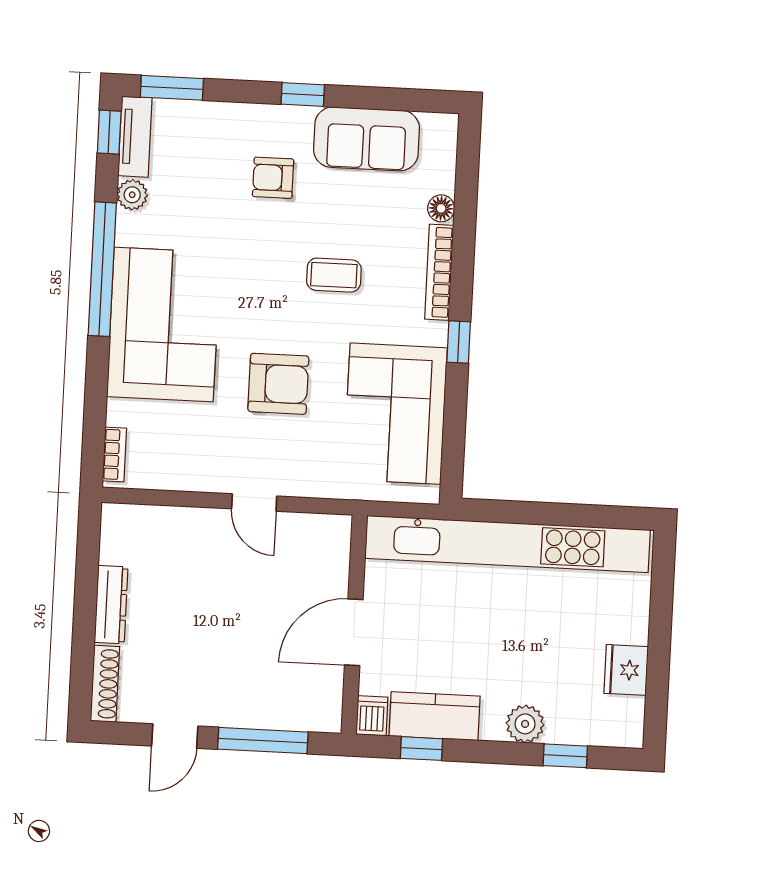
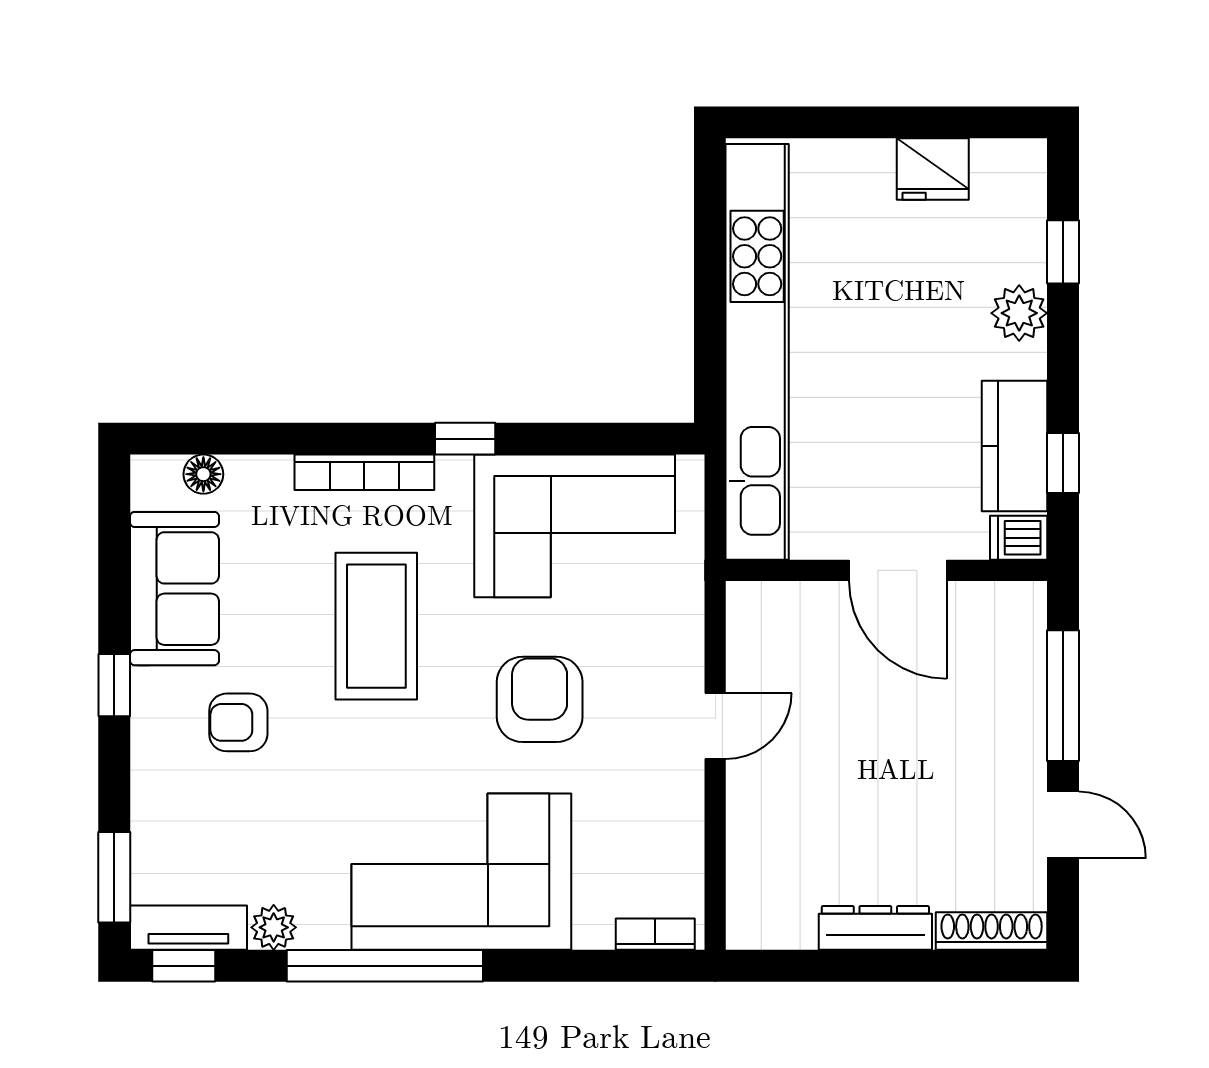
armchair: (273, 178) -> (238, 722), turned 90
floor lamp: (441, 208) -> (203, 474), moved
coffee table: (334, 275) -> (376, 626), width x1.86, depth x1.72

